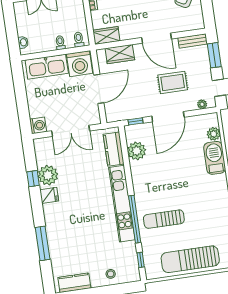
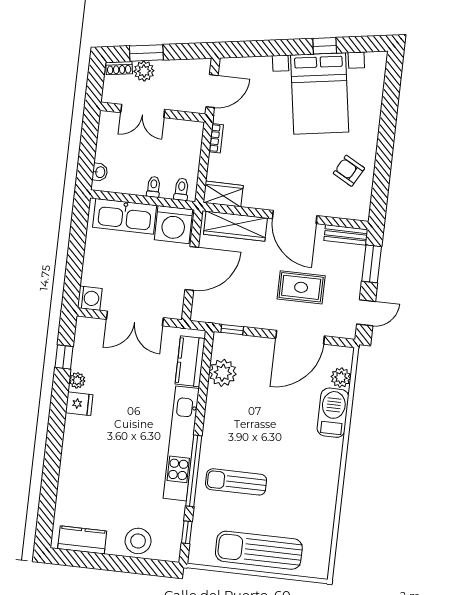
wardrobe: (120, 54) -> (235, 226), width x1.50
plant: (202, 104) -> (335, 330), removed
door: (168, 117) -> (300, 337), moved
plant: (48, 175) -> (77, 380), width x0.53, depth x0.53
window: (33, 179) -> (64, 357), moved
window: (43, 243) -> (51, 471), removed
stool: (111, 274) -> (138, 541), width x1.89, depth x1.89

